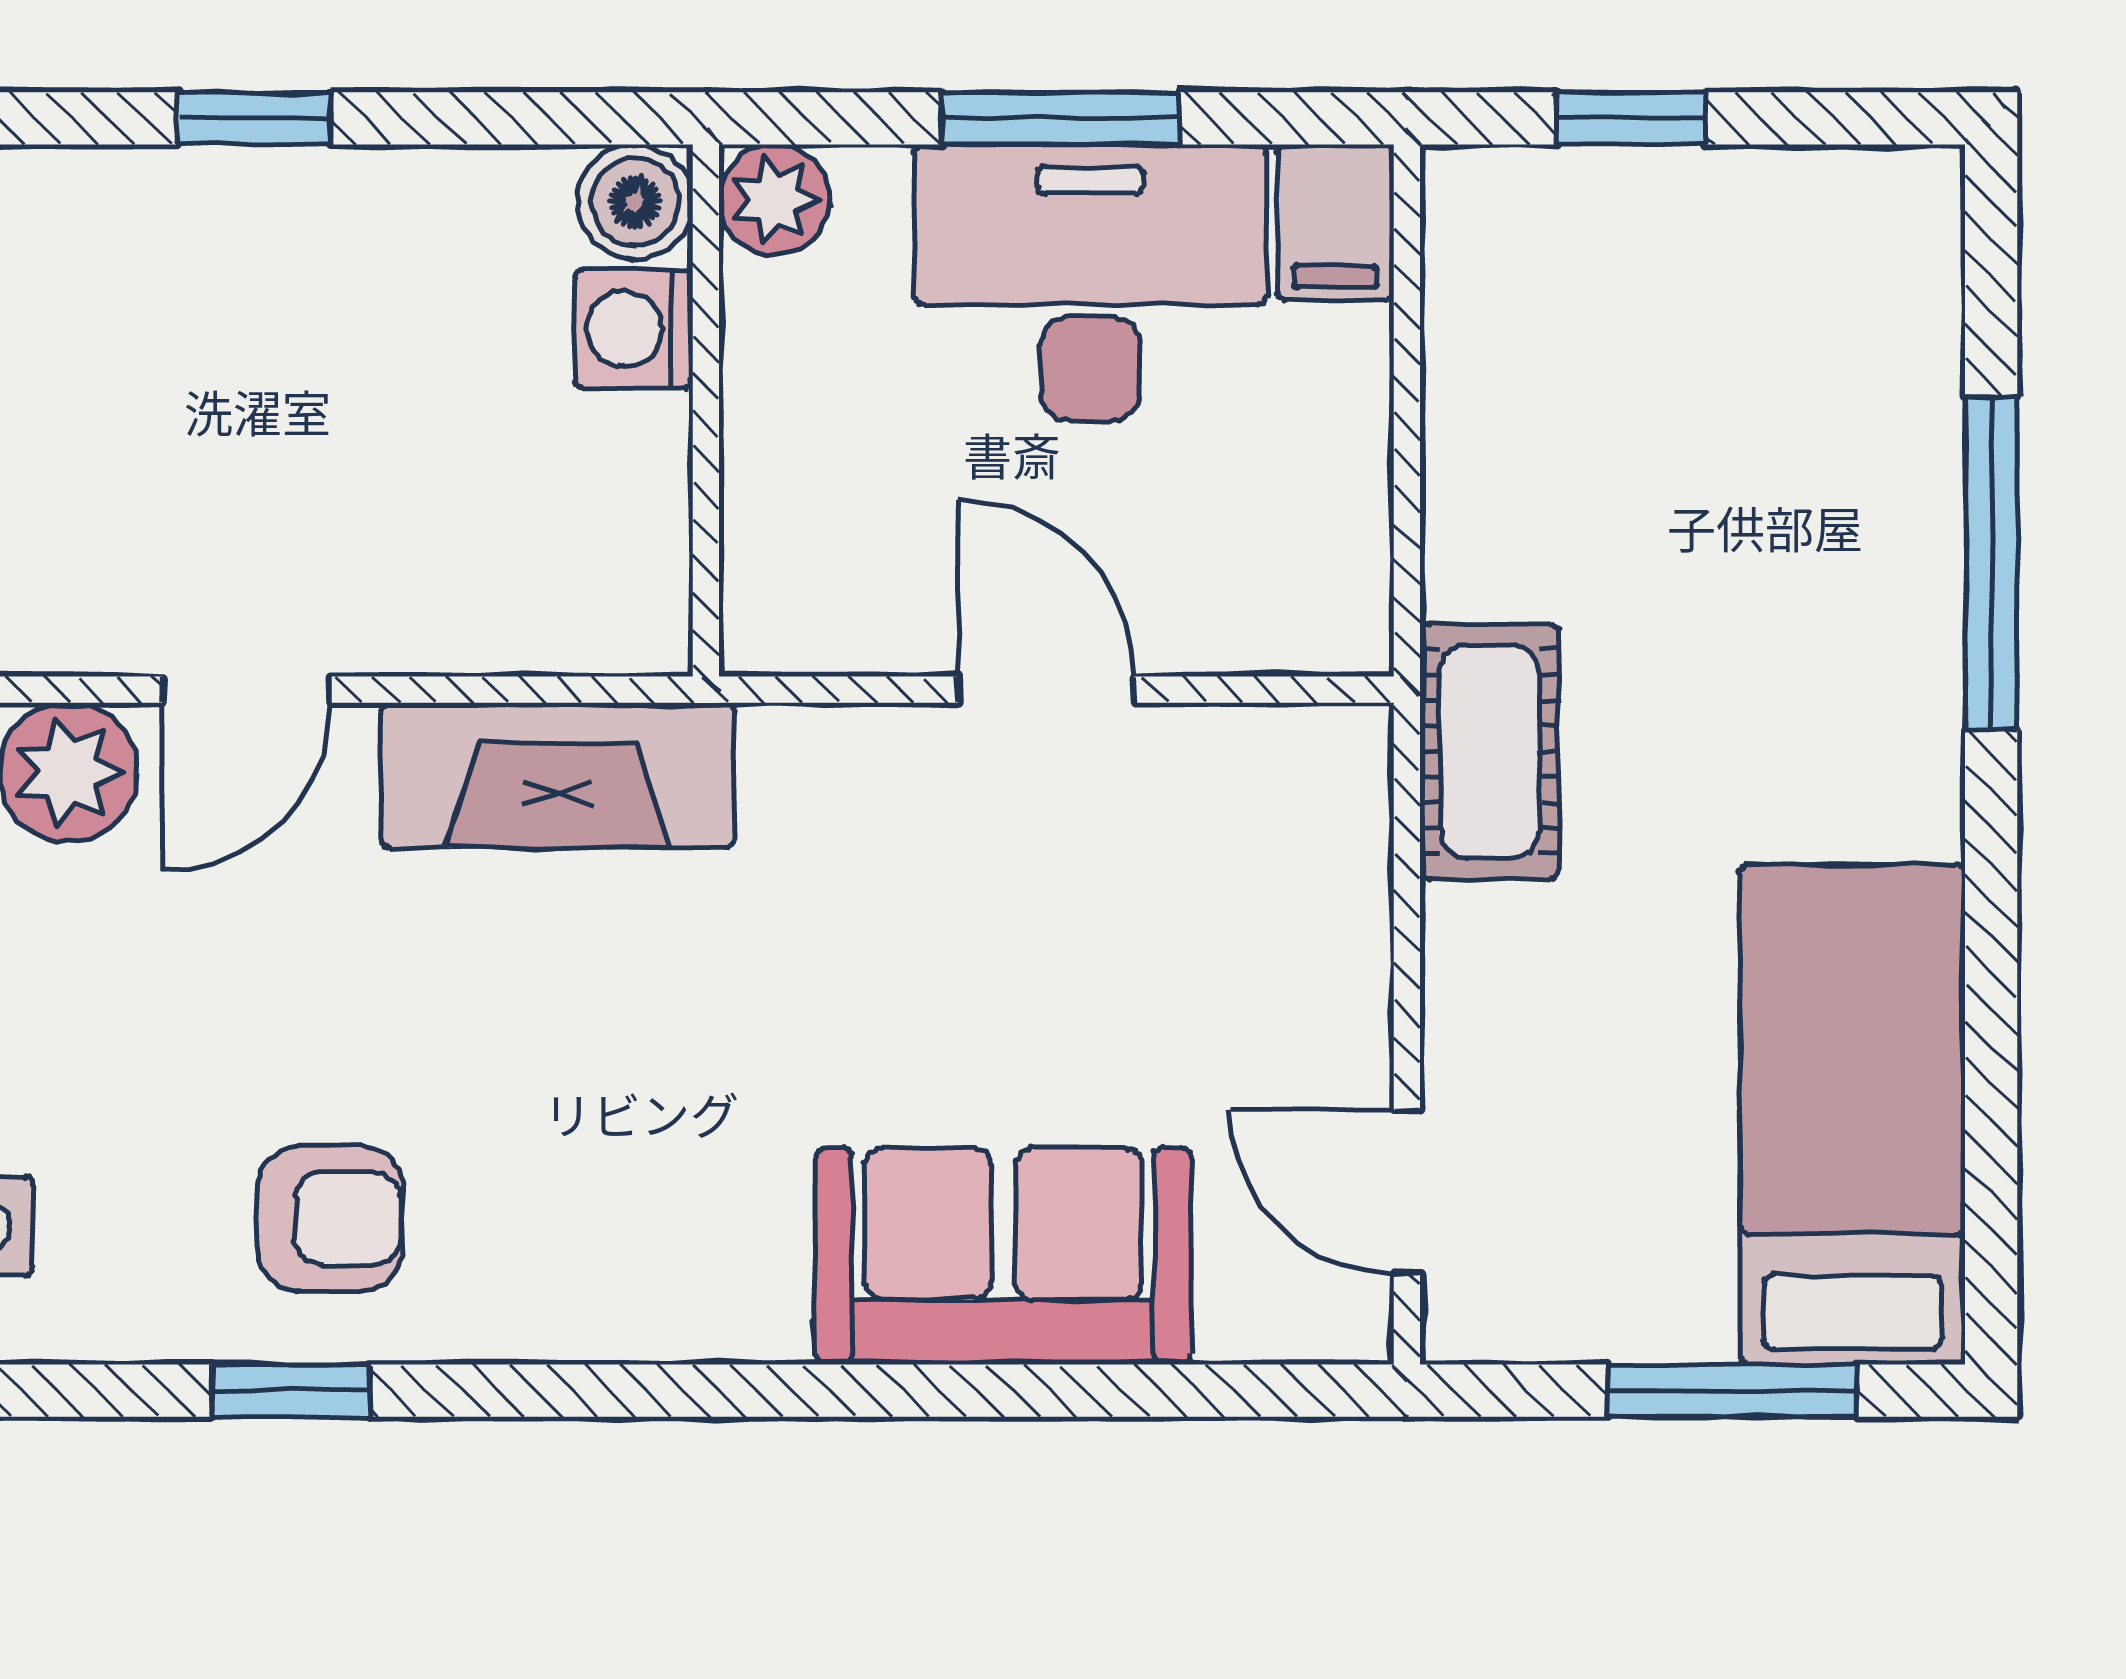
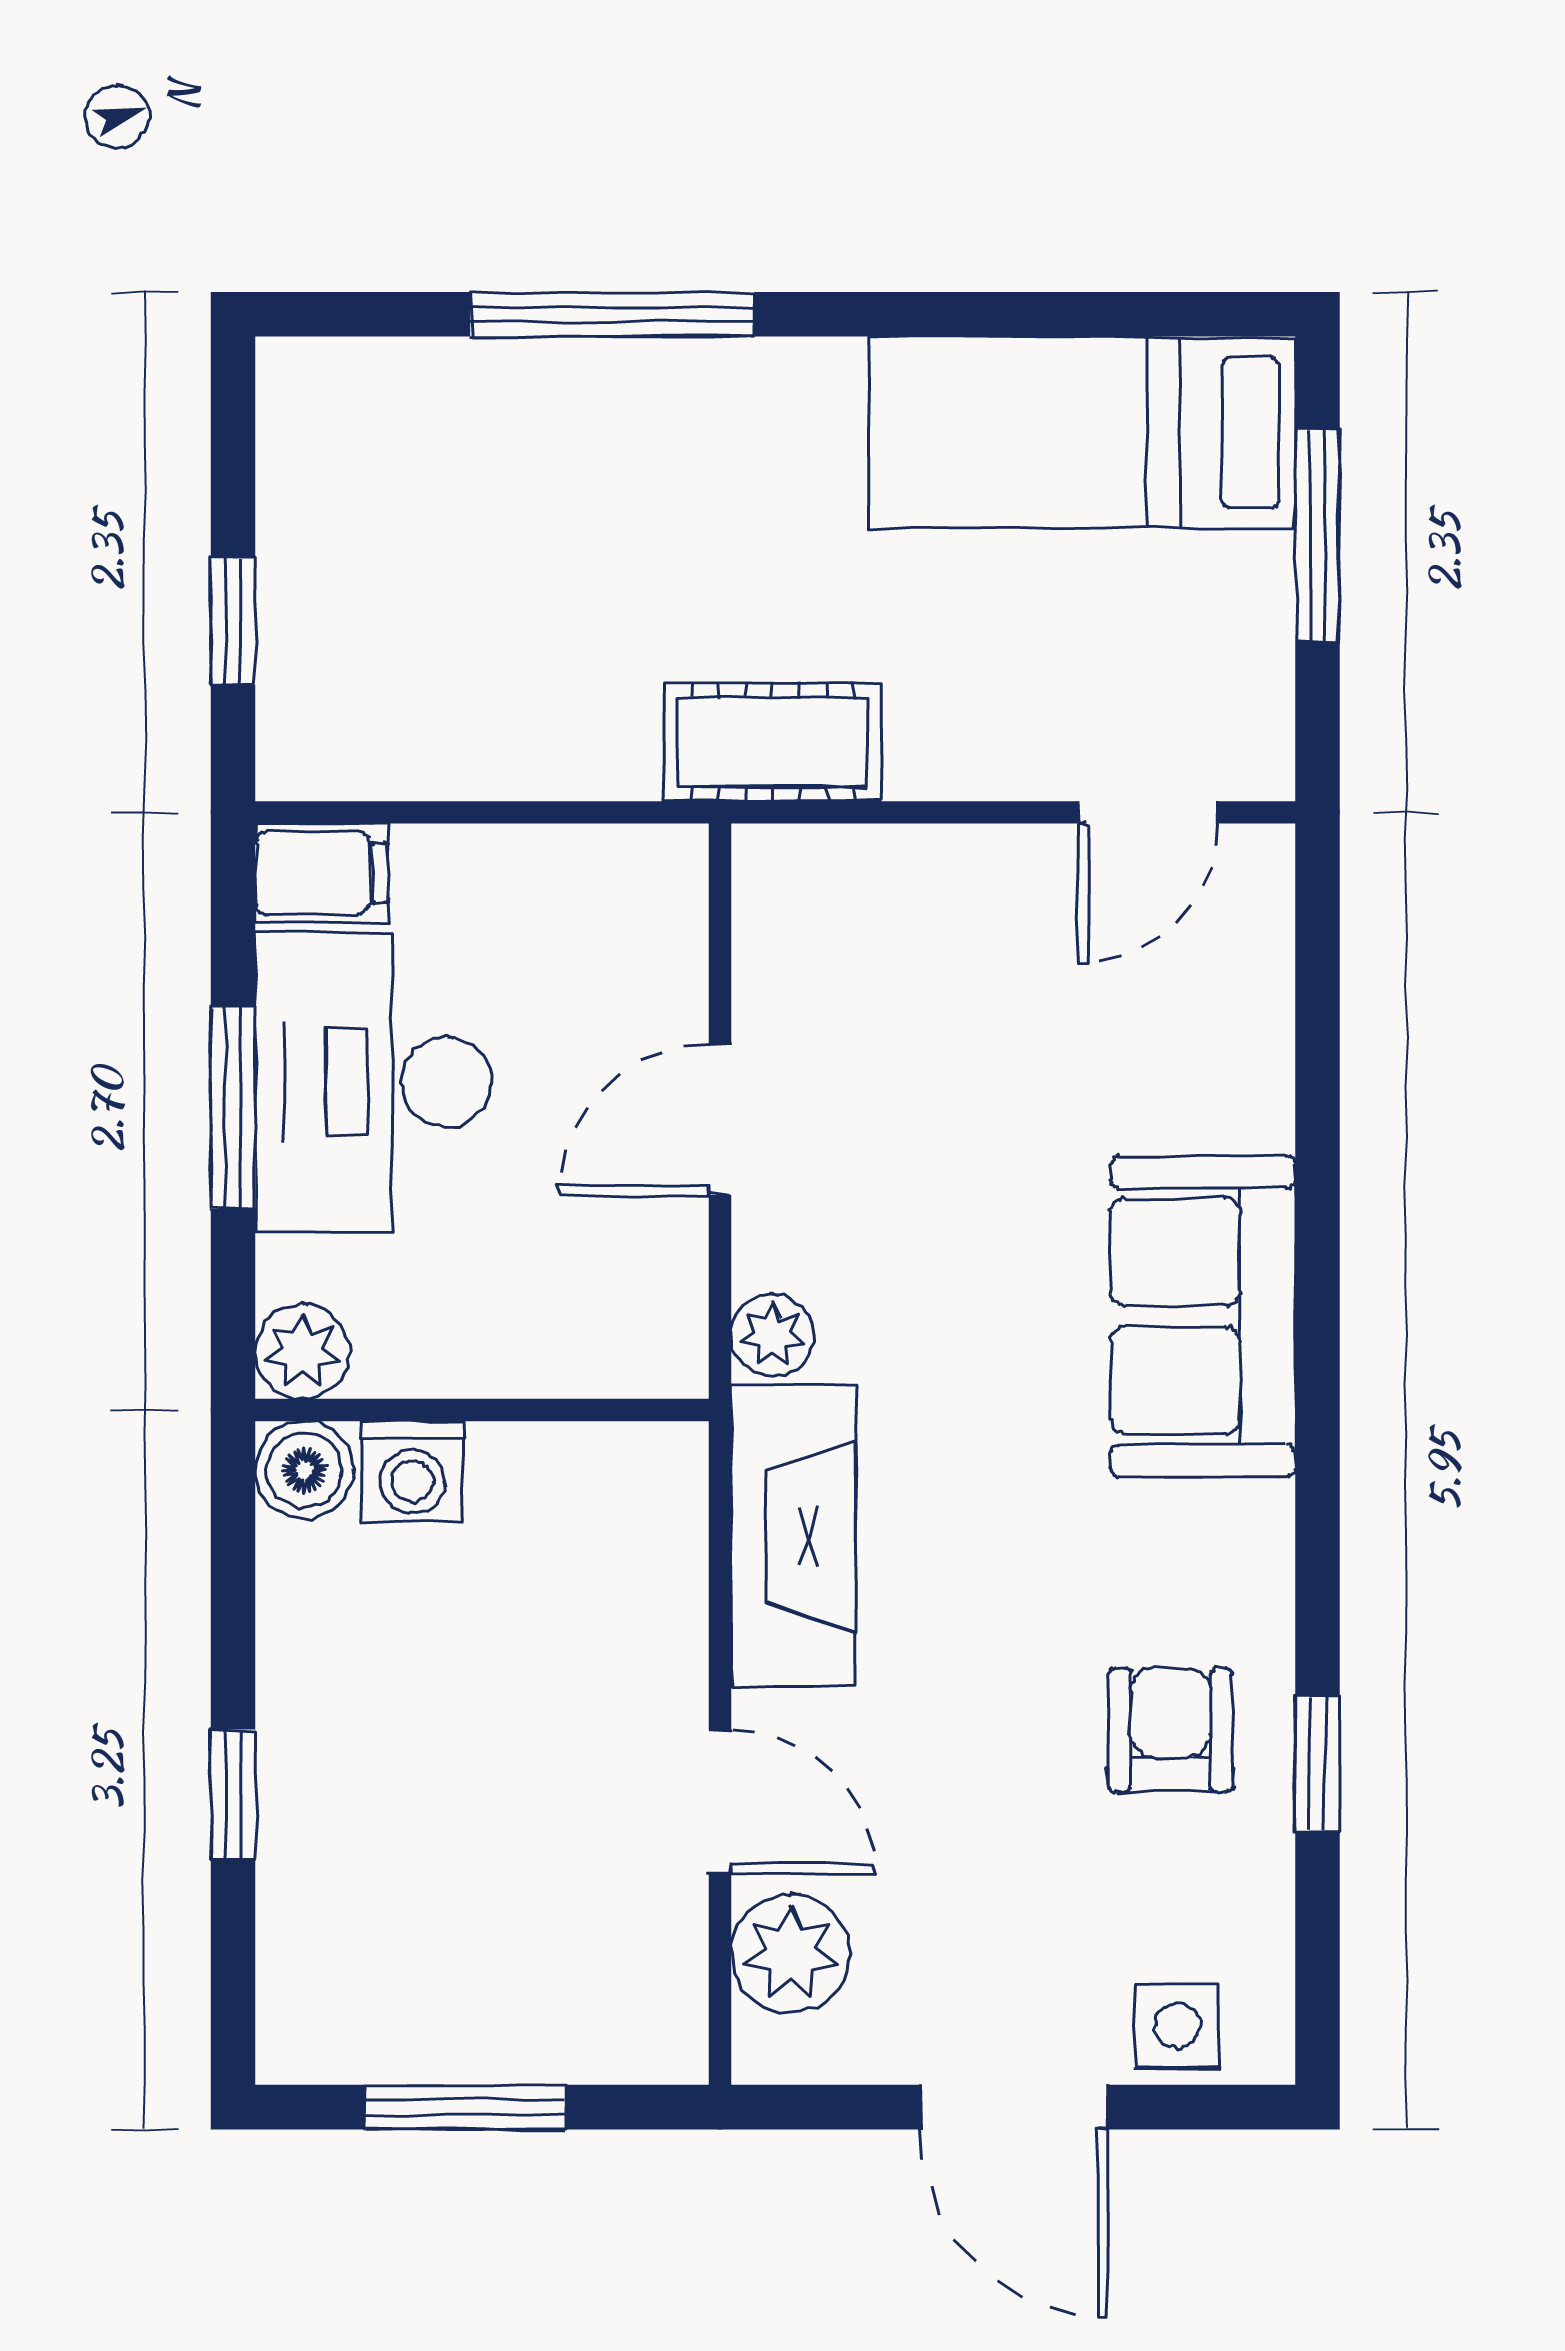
plant: (793, 751) -> (772, 1335), added
sofa: (1003, 1256) -> (1203, 1316), moved

